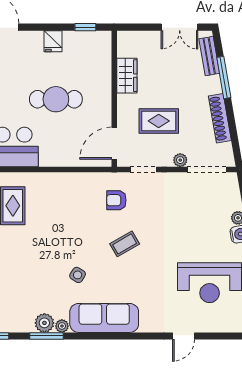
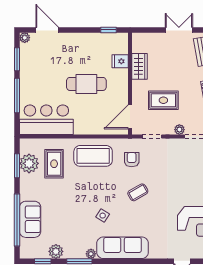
double door: (180, 27) -> (179, 30), swing flipped
fridge: (53, 41) -> (120, 61), moved, turned 90
coffee table: (65, 195) -> (93, 156), added
armchair: (116, 200) -> (132, 160), turned 90
plant: (44, 323) -> (56, 251), moved

